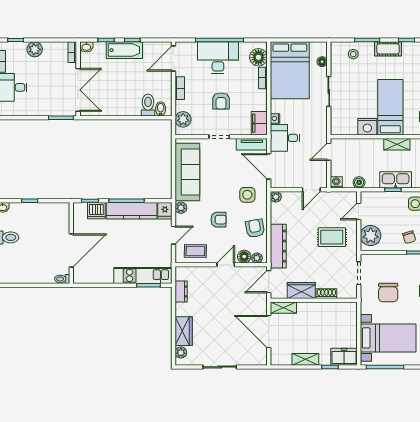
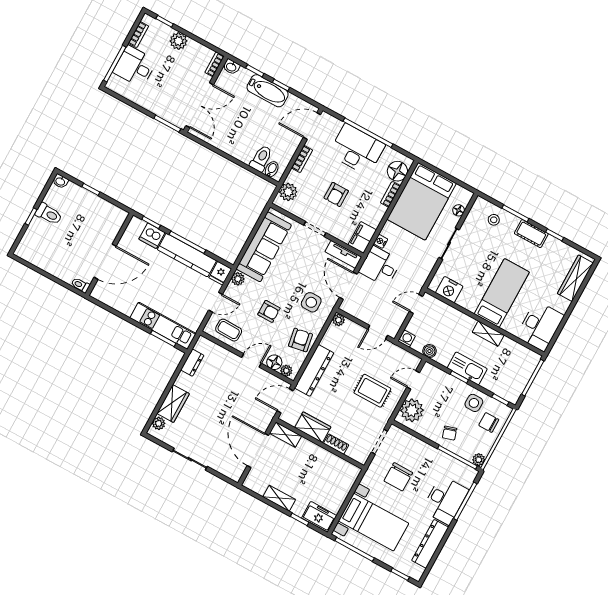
nightstand: (367, 127) -> (449, 290), moved

